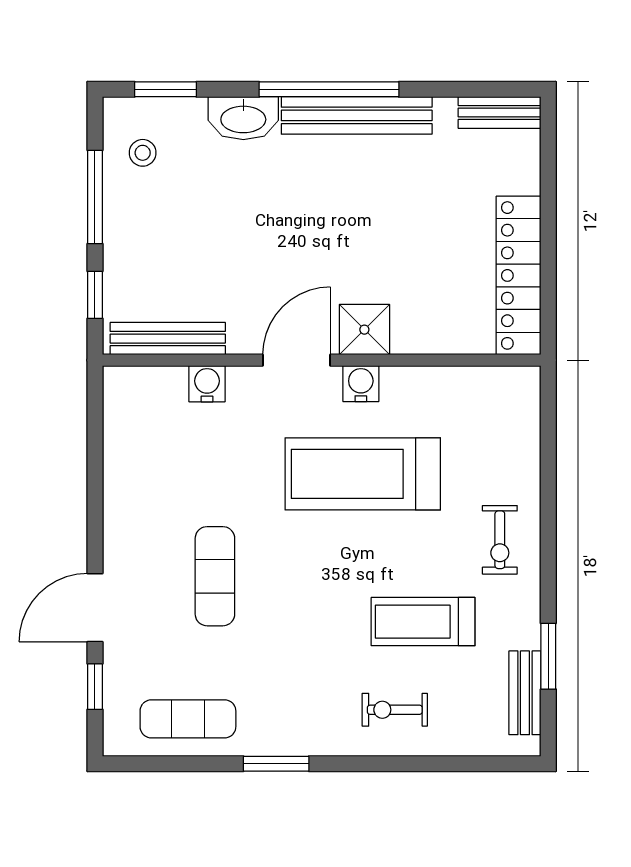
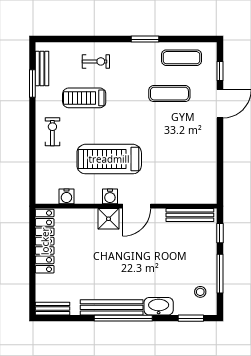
water cooler: (207, 384) -> (66, 196), moved
treadmill: (363, 474) -> (109, 159), turned 180
exercise mat: (215, 576) -> (169, 94), moved, turned 90
treadmill: (423, 622) -> (84, 98), turned 180

